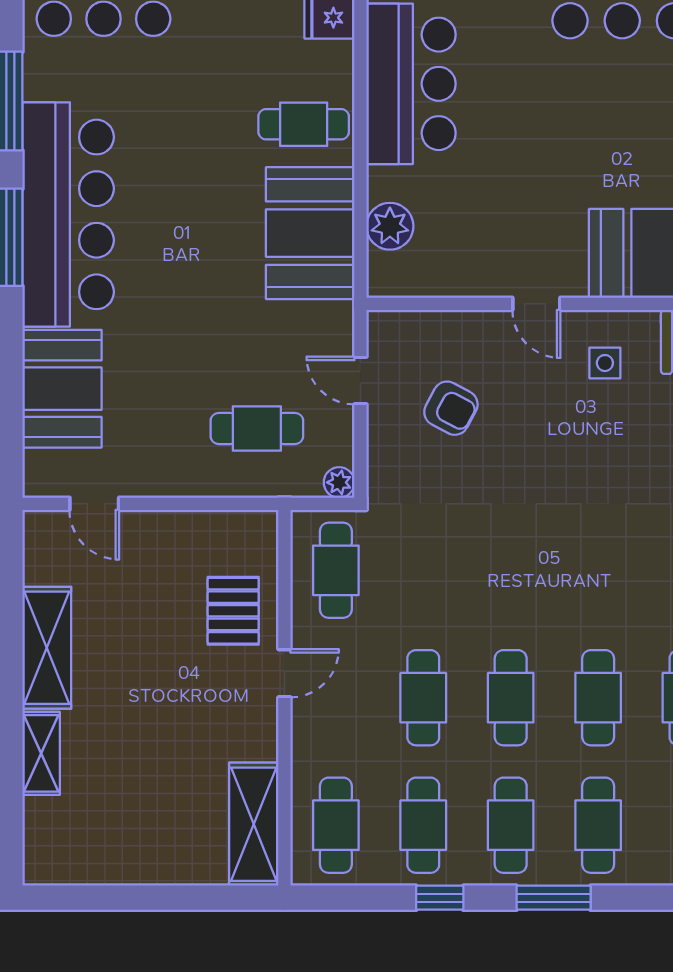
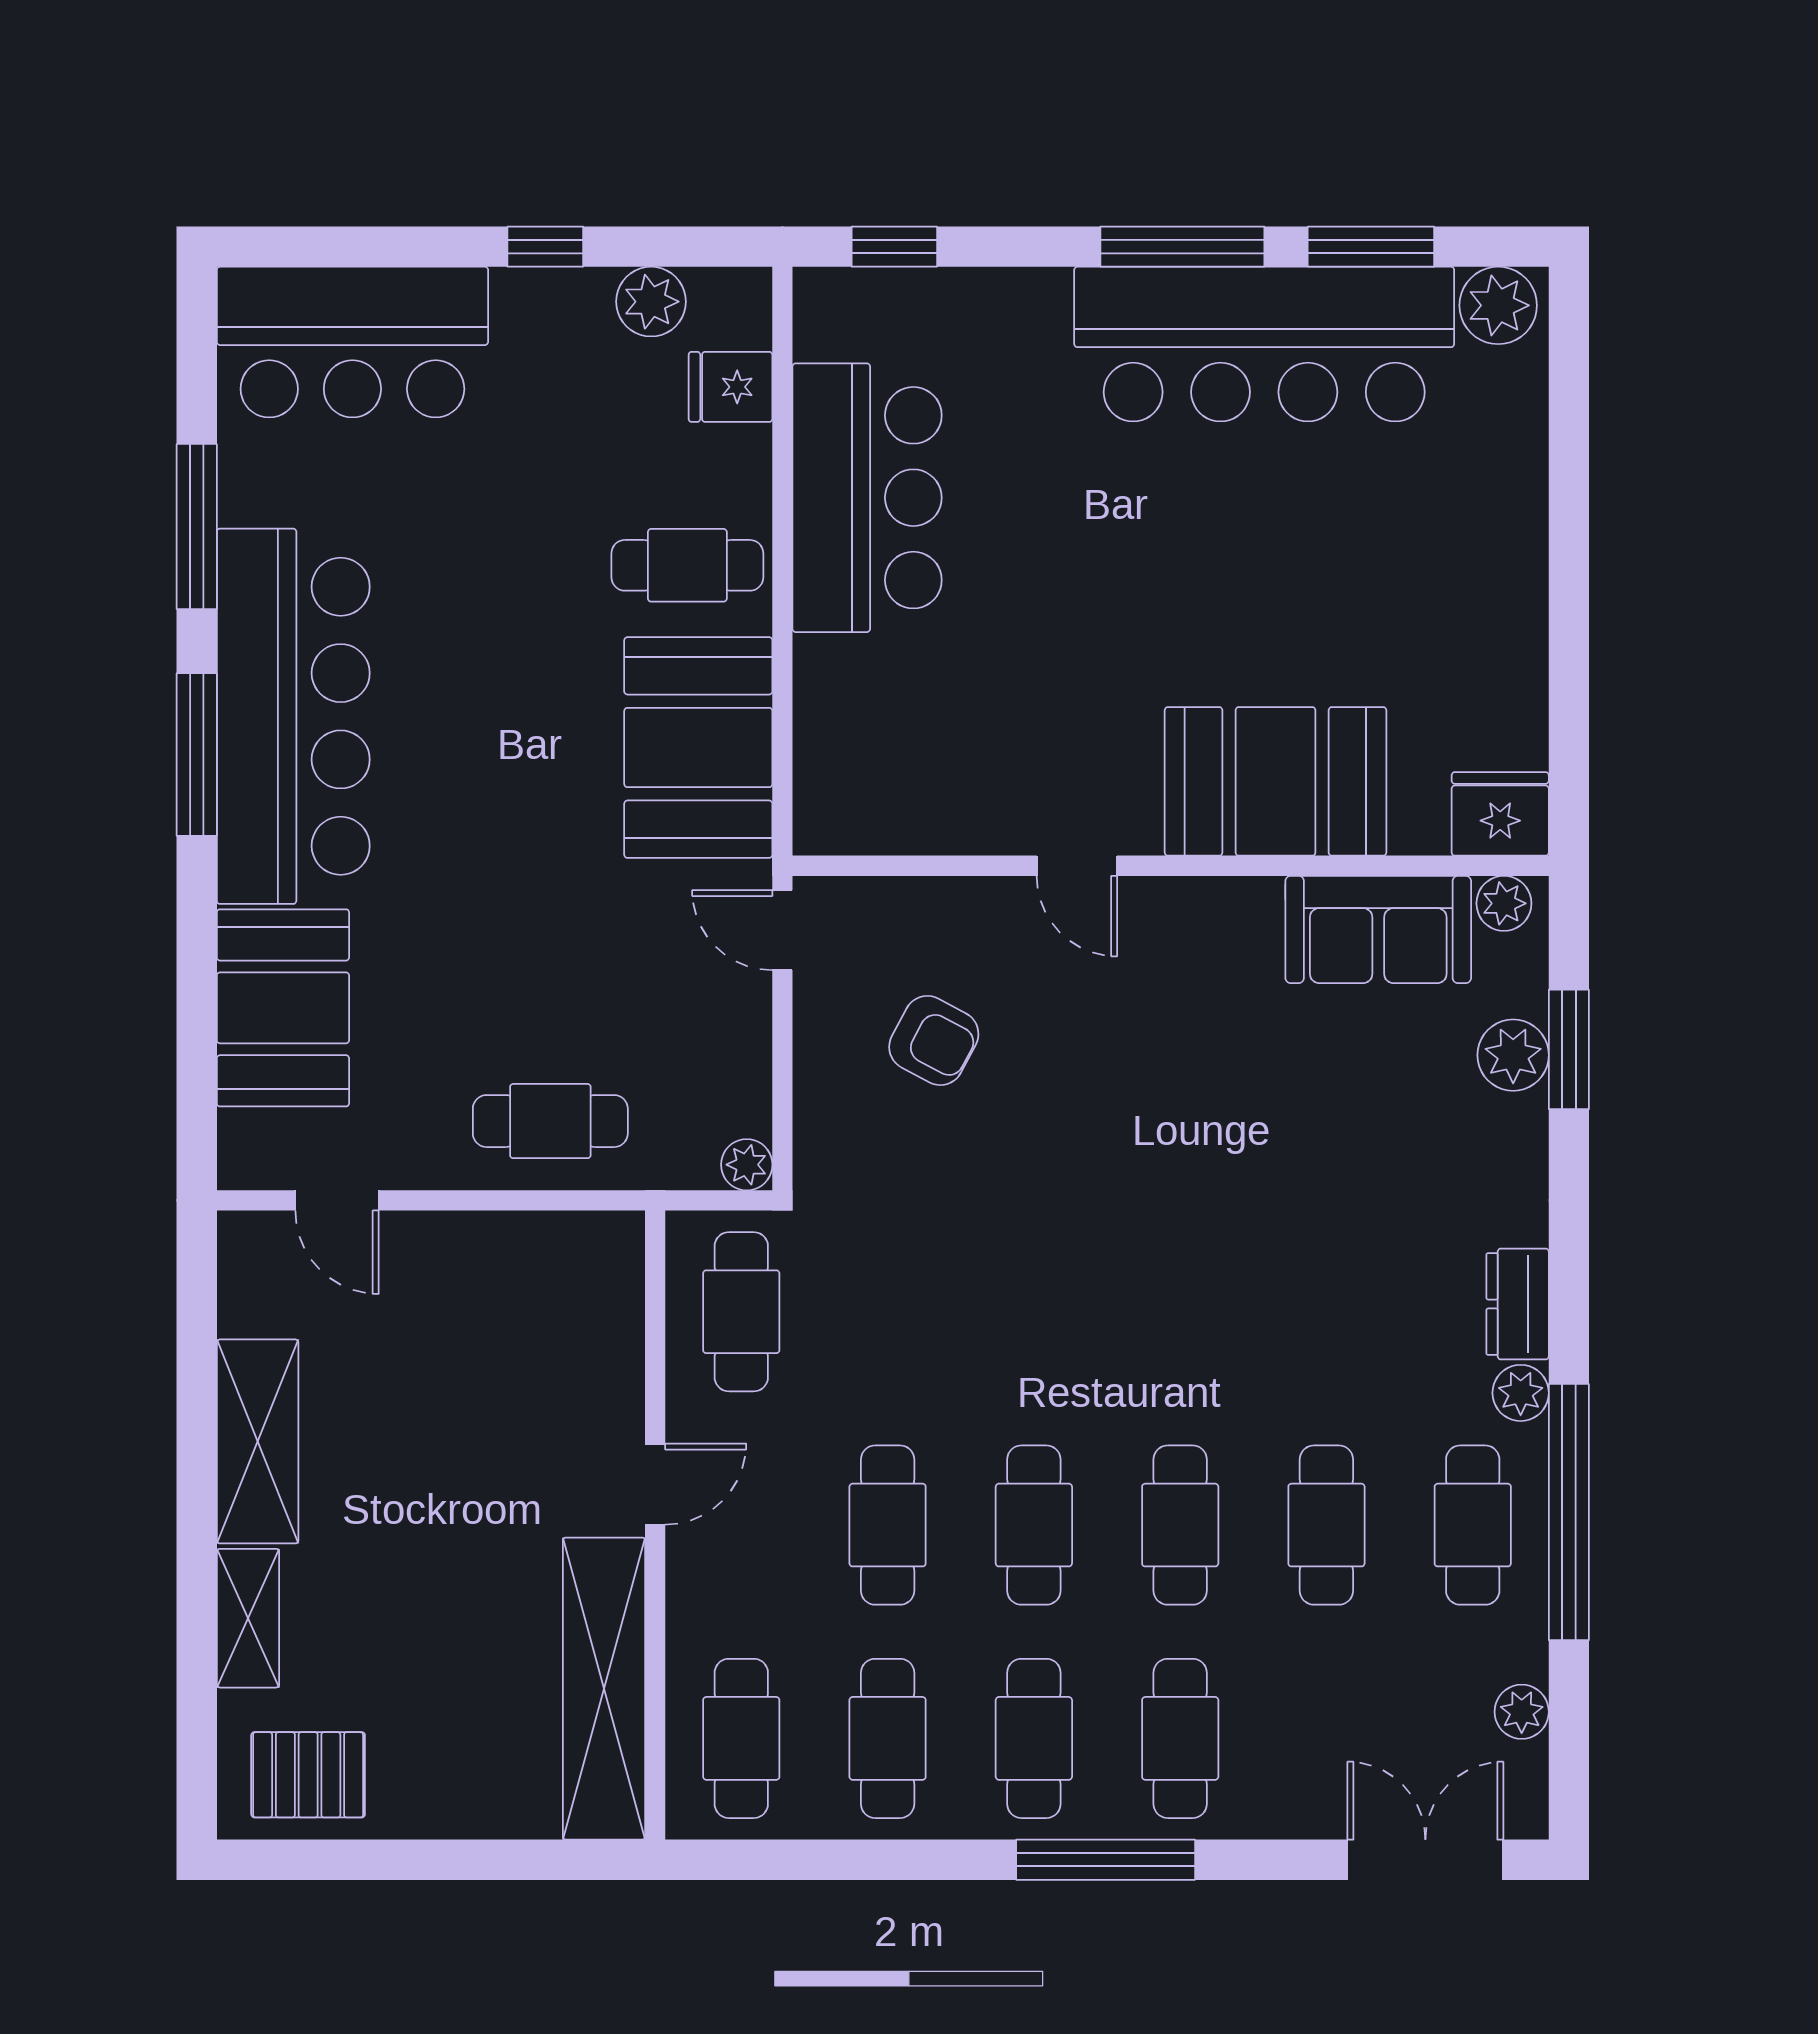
plant: (390, 226) -> (832, 736), removed
side table: (605, 363) -> (1191, 965), removed
door: (360, 381) -> (782, 930), moved
cafe table: (257, 428) -> (550, 1121), moved
pallet: (233, 611) -> (308, 1775), moved, turned 90
shelving: (254, 824) -> (604, 1689), width x1.47
window: (440, 898) -> (915, 1860), removed
window: (554, 898) -> (1106, 1860), width x1.44

